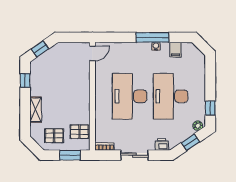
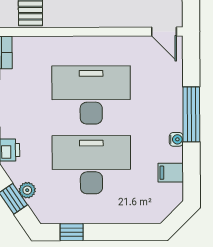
window: (152, 37) -> (191, 114), moved
plant: (198, 126) -> (27, 190), moved

